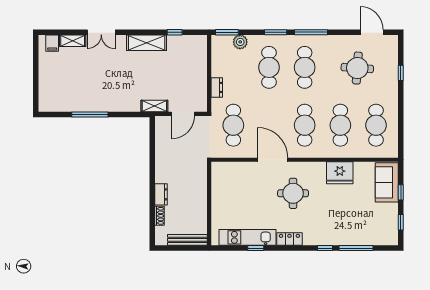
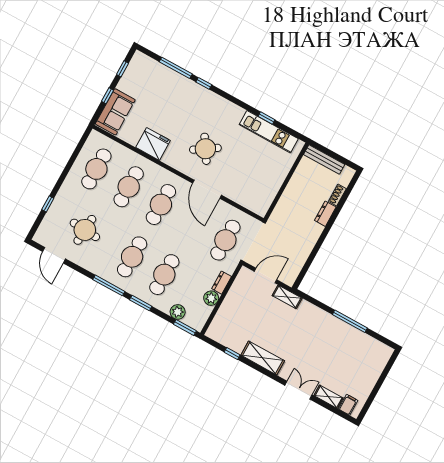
plant: (218, 69) -> (211, 298), added
round table: (293, 193) -> (205, 149), turned -33
locker: (289, 239) -> (231, 109), removed

